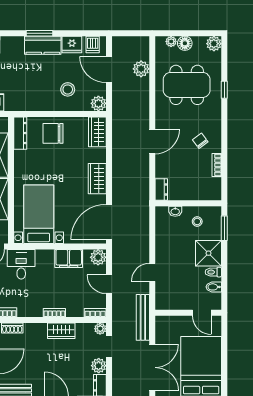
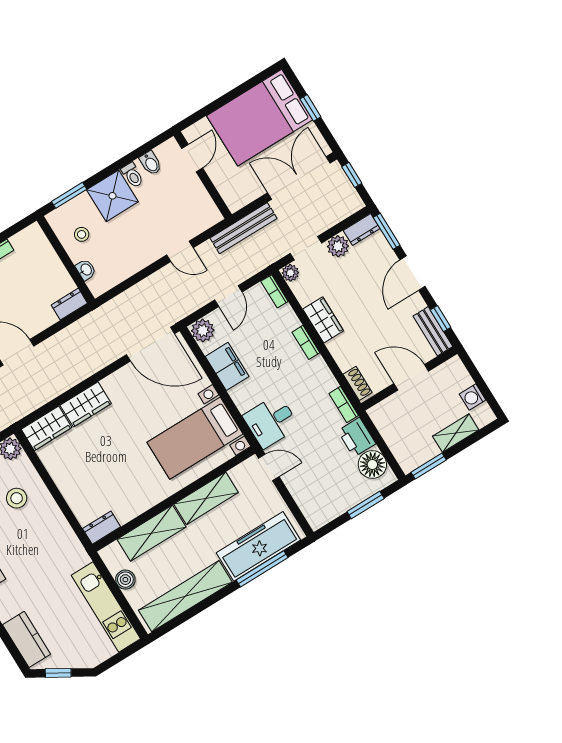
dresser: (20, 133) -> (102, 528), width x0.70
chair: (53, 133) -> (83, 483), removed
wardrobe: (97, 179) -> (86, 404), moved

